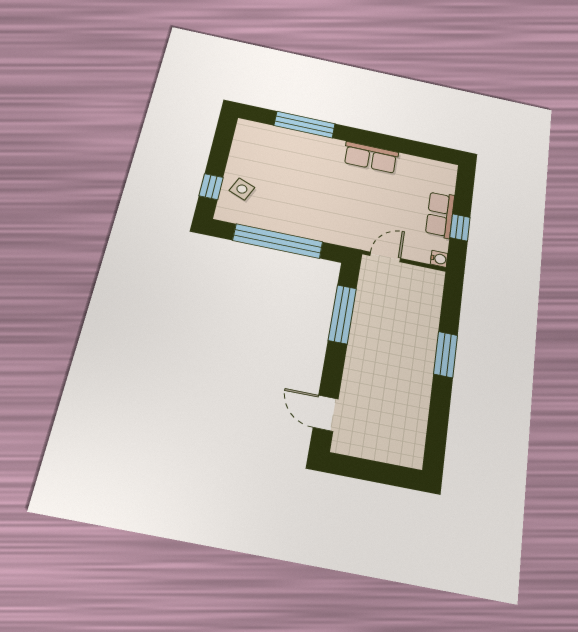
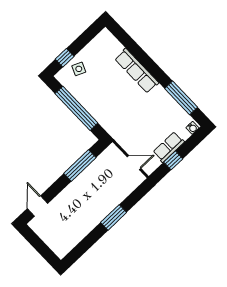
window: (305, 125) -> (181, 98), moved
row of seats: (371, 157) -> (137, 71), moved, width x1.48
door: (385, 257) -> (134, 163), moved
water cooler: (439, 259) -> (192, 128), moved

